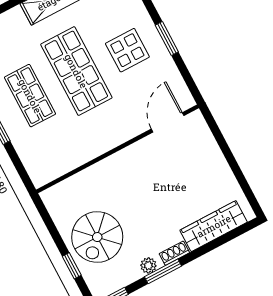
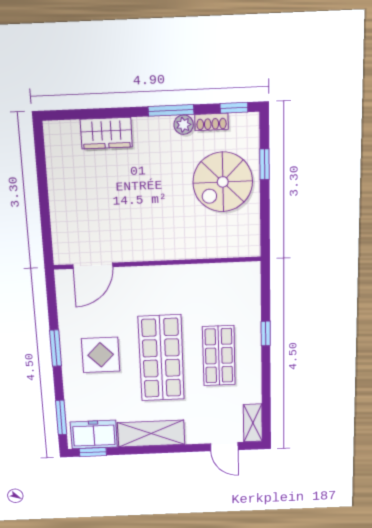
wardrobe: (214, 226) -> (106, 133), width x0.67
spiral stairs: (97, 237) -> (223, 182), turned 180
shoe rack: (174, 253) -> (211, 122), moved

